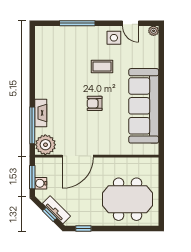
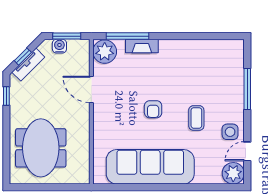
plant: (154, 31) -> (233, 173), width x1.88, depth x1.88
armchair: (95, 103) -> (153, 109), turned 180
door: (78, 156) -> (91, 89), width x0.73

